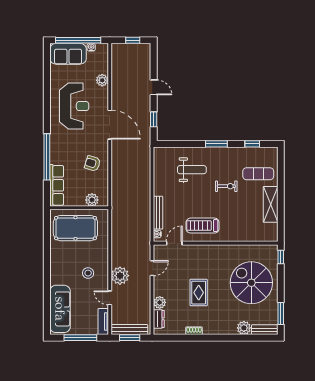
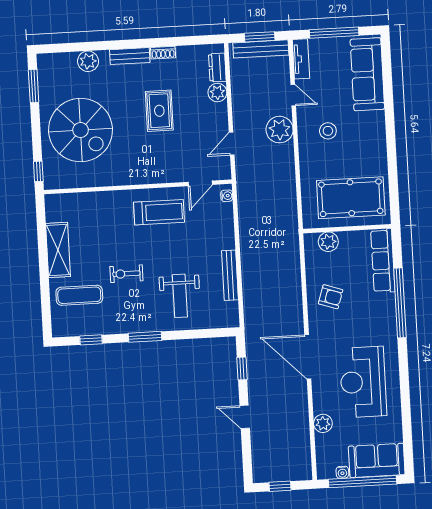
weight bench: (192, 170) -> (180, 296), turned -90
bench: (158, 213) -> (230, 275), moved
bench: (265, 330) -> (130, 56), moved

